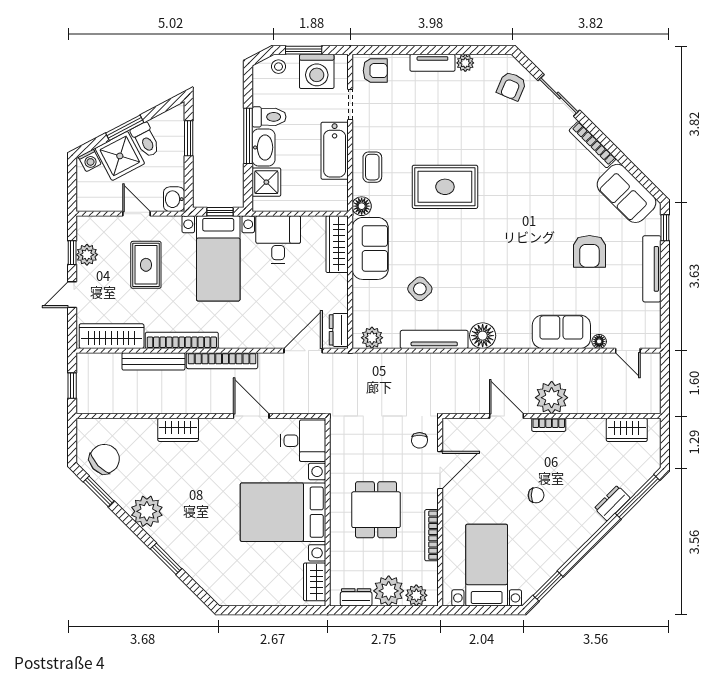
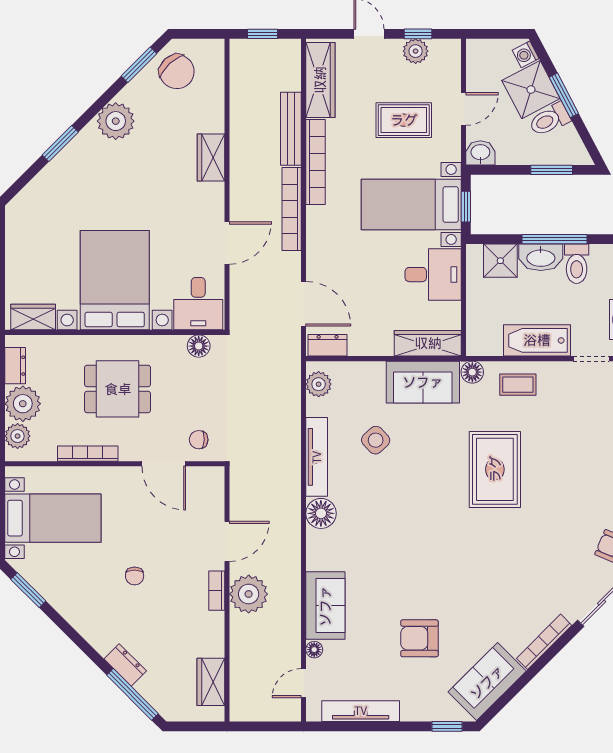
tv unit: (652, 269) -> (361, 711), moved
floor lamp: (339, 440) -> (199, 346), added

